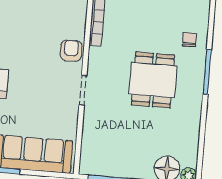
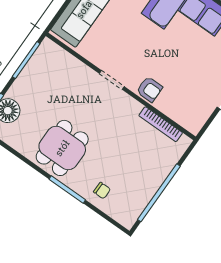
dining table: (153, 80) -> (62, 148), moved, turned 90

